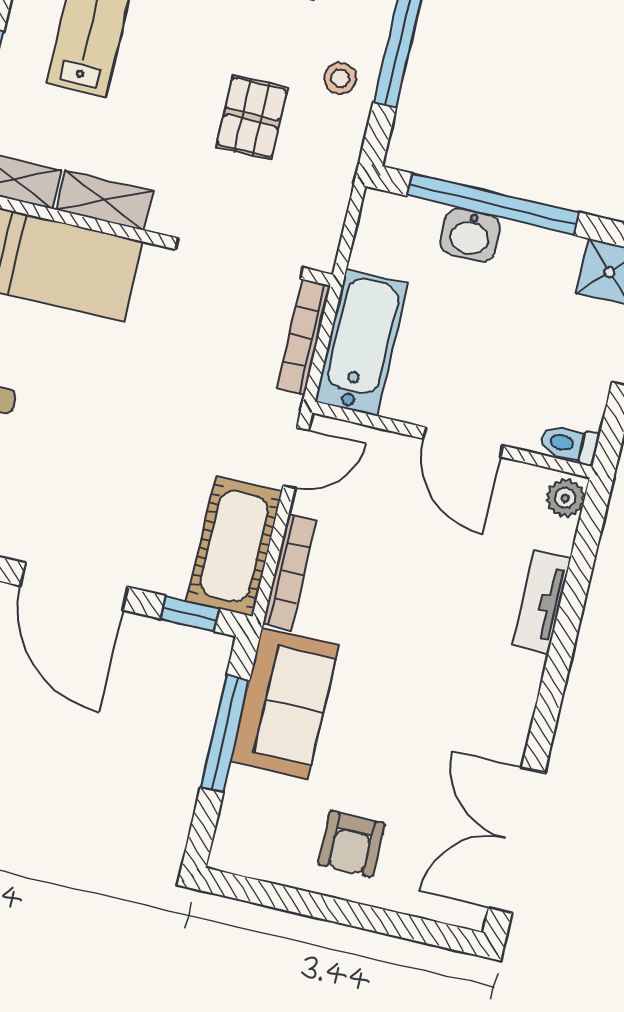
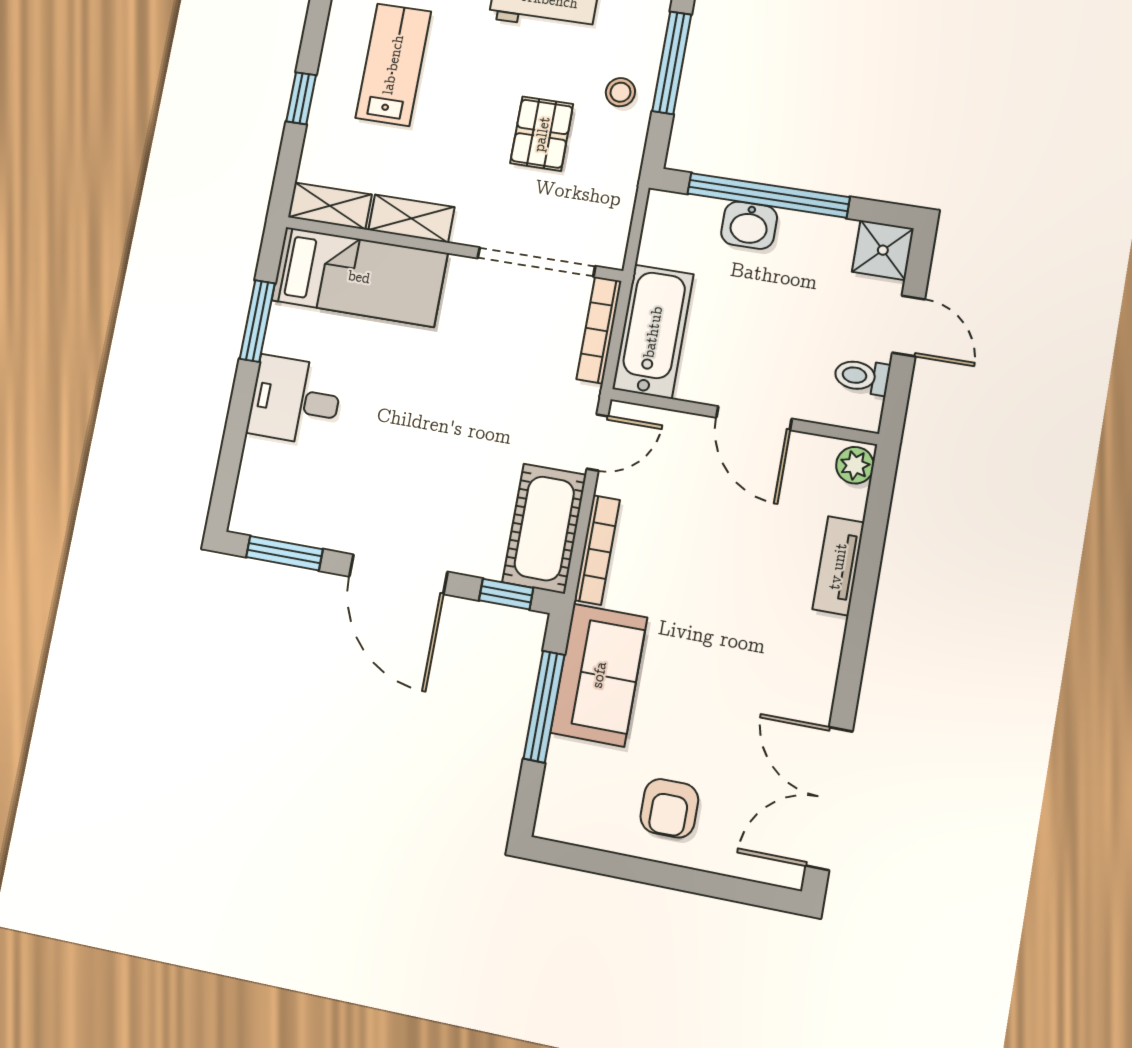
toilet: (569, 444) -> (862, 376), moved

